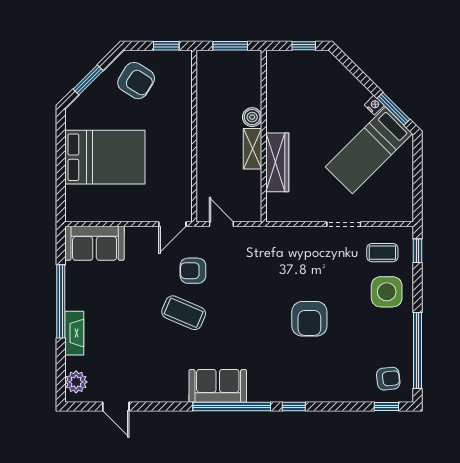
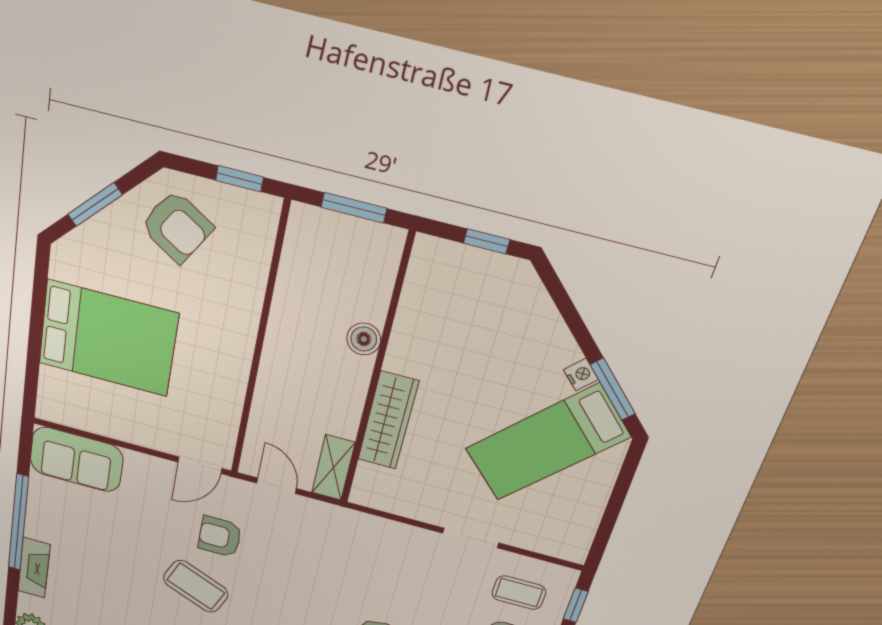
shelving: (253, 149) -> (333, 468), moved

